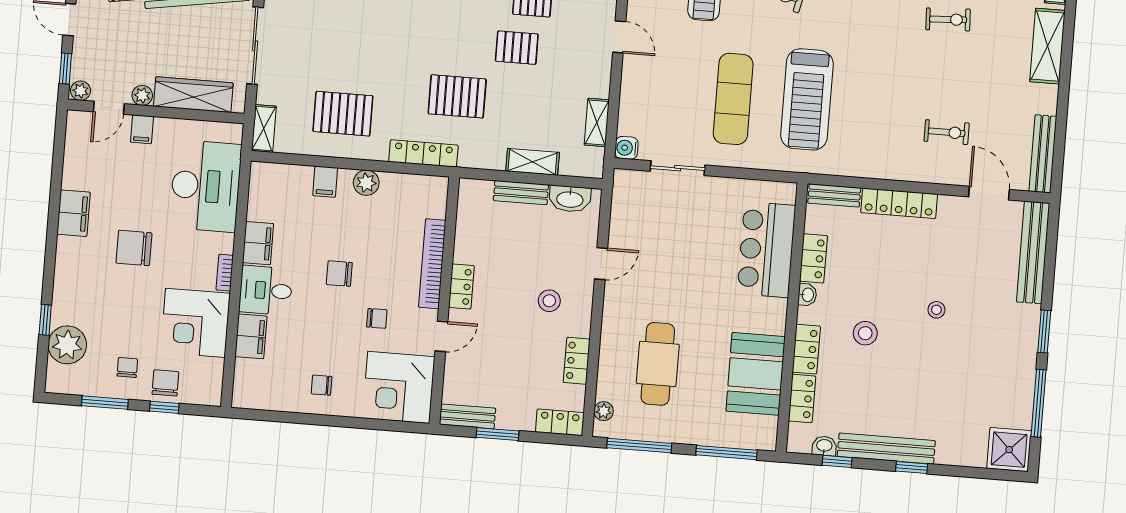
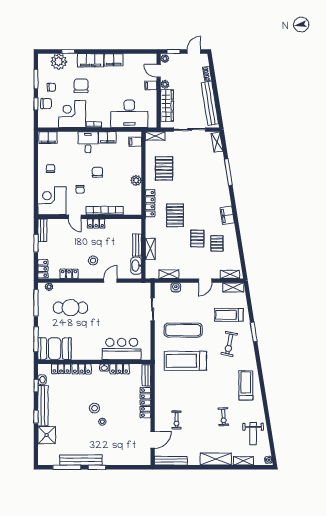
water cooler: (626, 148) -> (176, 287), moved
filing cabinet: (325, 182) -> (135, 142), moved
chair: (134, 248) -> (81, 86), moved
bench: (1033, 252) -> (81, 460), moved
door: (601, 264) -> (110, 281), swing flipped
filing cabinet: (70, 269) -> (90, 60), added
stool: (865, 333) -> (94, 408), moved
filing cabinet: (251, 336) -> (48, 138), moved
booth: (756, 374) -> (55, 349), moved
shower: (1009, 450) -> (47, 435), moved

